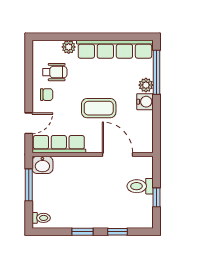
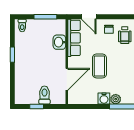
washbasin: (42, 165) -> (59, 42), moved
window: (117, 232) -> (12, 79), removed

